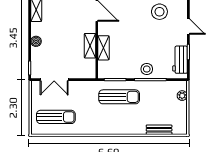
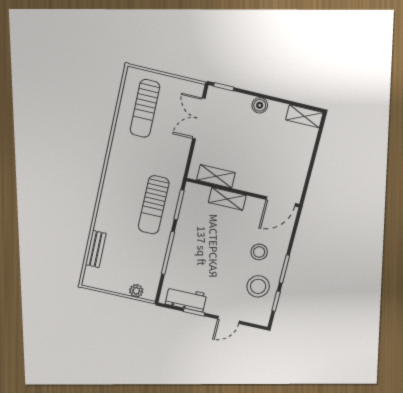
shelving: (90, 46) -> (216, 176), moved
stool: (147, 69) -> (259, 252), moved

